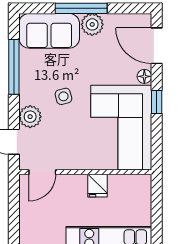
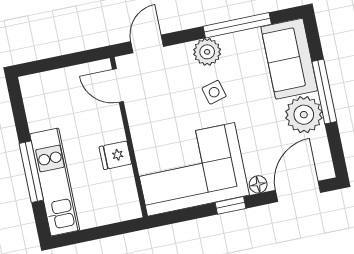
plant: (92, 24) -> (304, 115), width x1.36, depth x1.36
plant: (30, 117) -> (207, 52), moved

